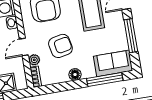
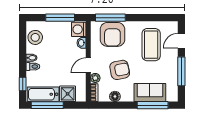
sofa: (113, 63) -> (150, 93), moved
floor lamp: (75, 74) -> (115, 96), moved

